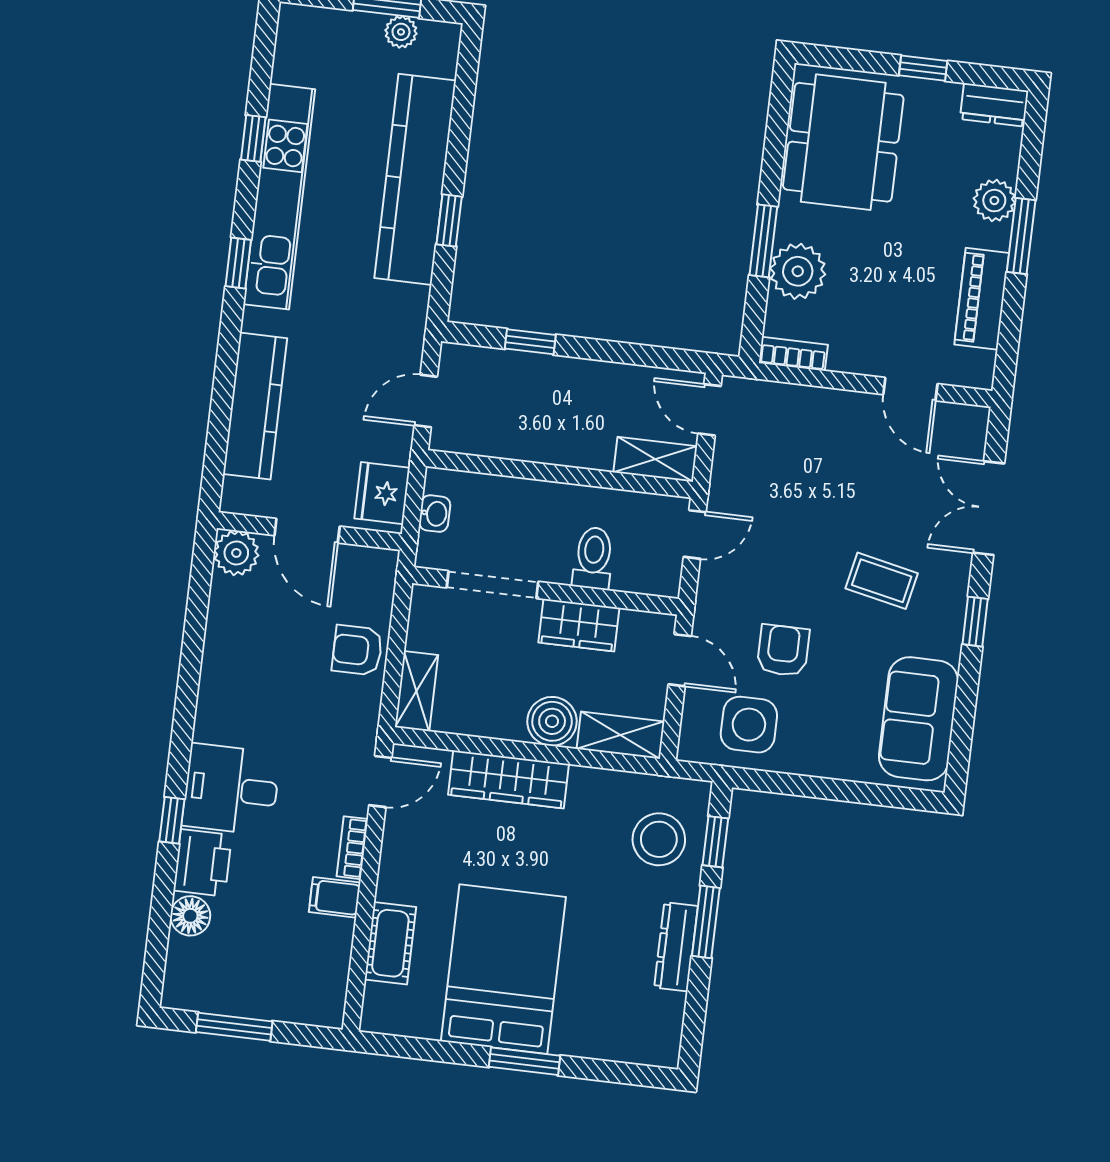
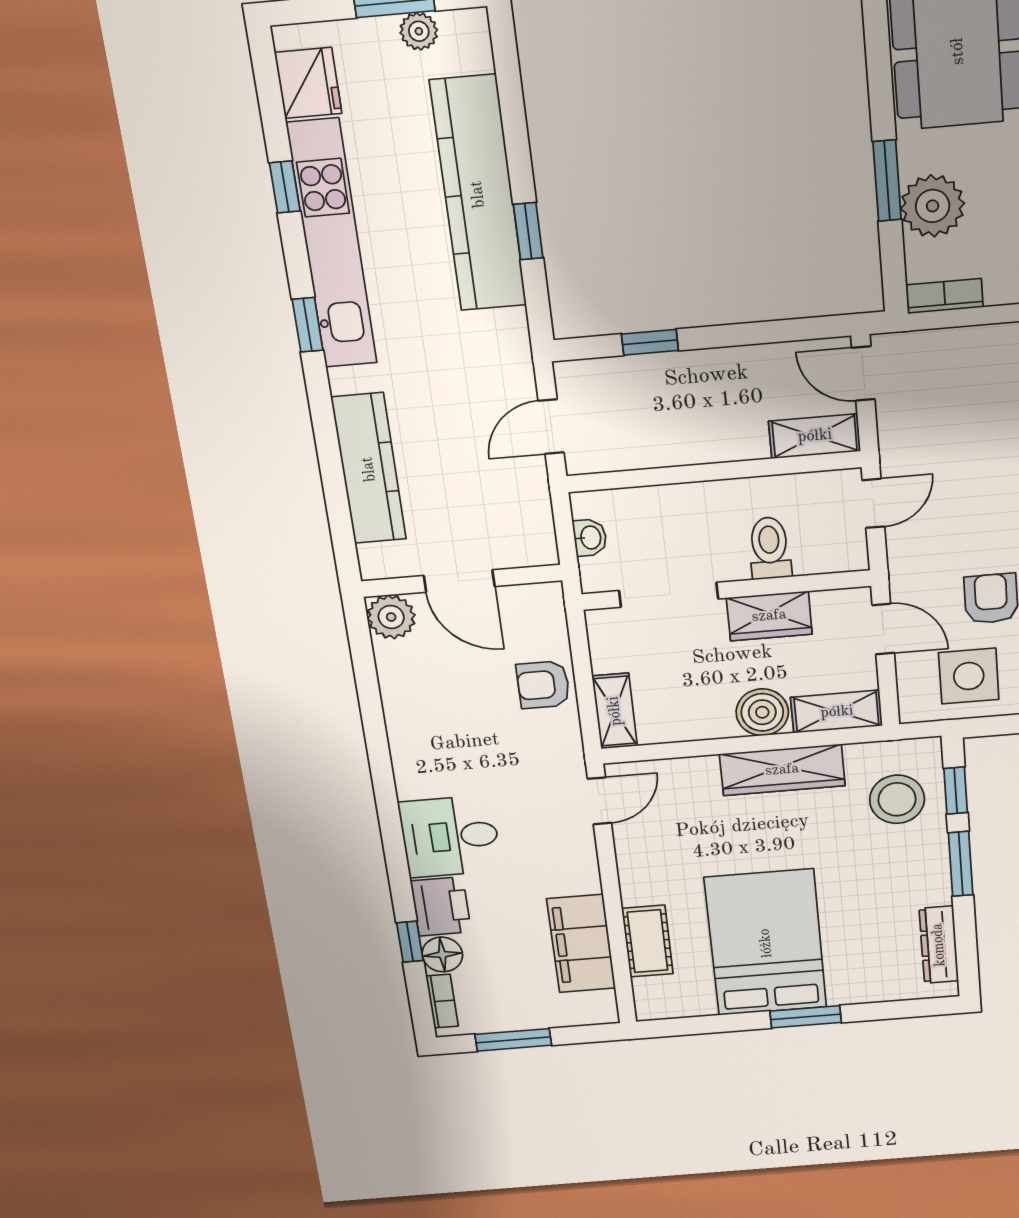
fridge: (382, 493) -> (308, 83), moved, turned 180
wardrobe: (508, 779) -> (782, 770), moved
window: (172, 820) -> (410, 942), moved
bookcase: (352, 848) -> (442, 1001), moved, turned 180
filing cabinet: (335, 897) -> (581, 944), width x3.00, depth x1.17
dresser: (676, 947) -> (939, 945), moved

